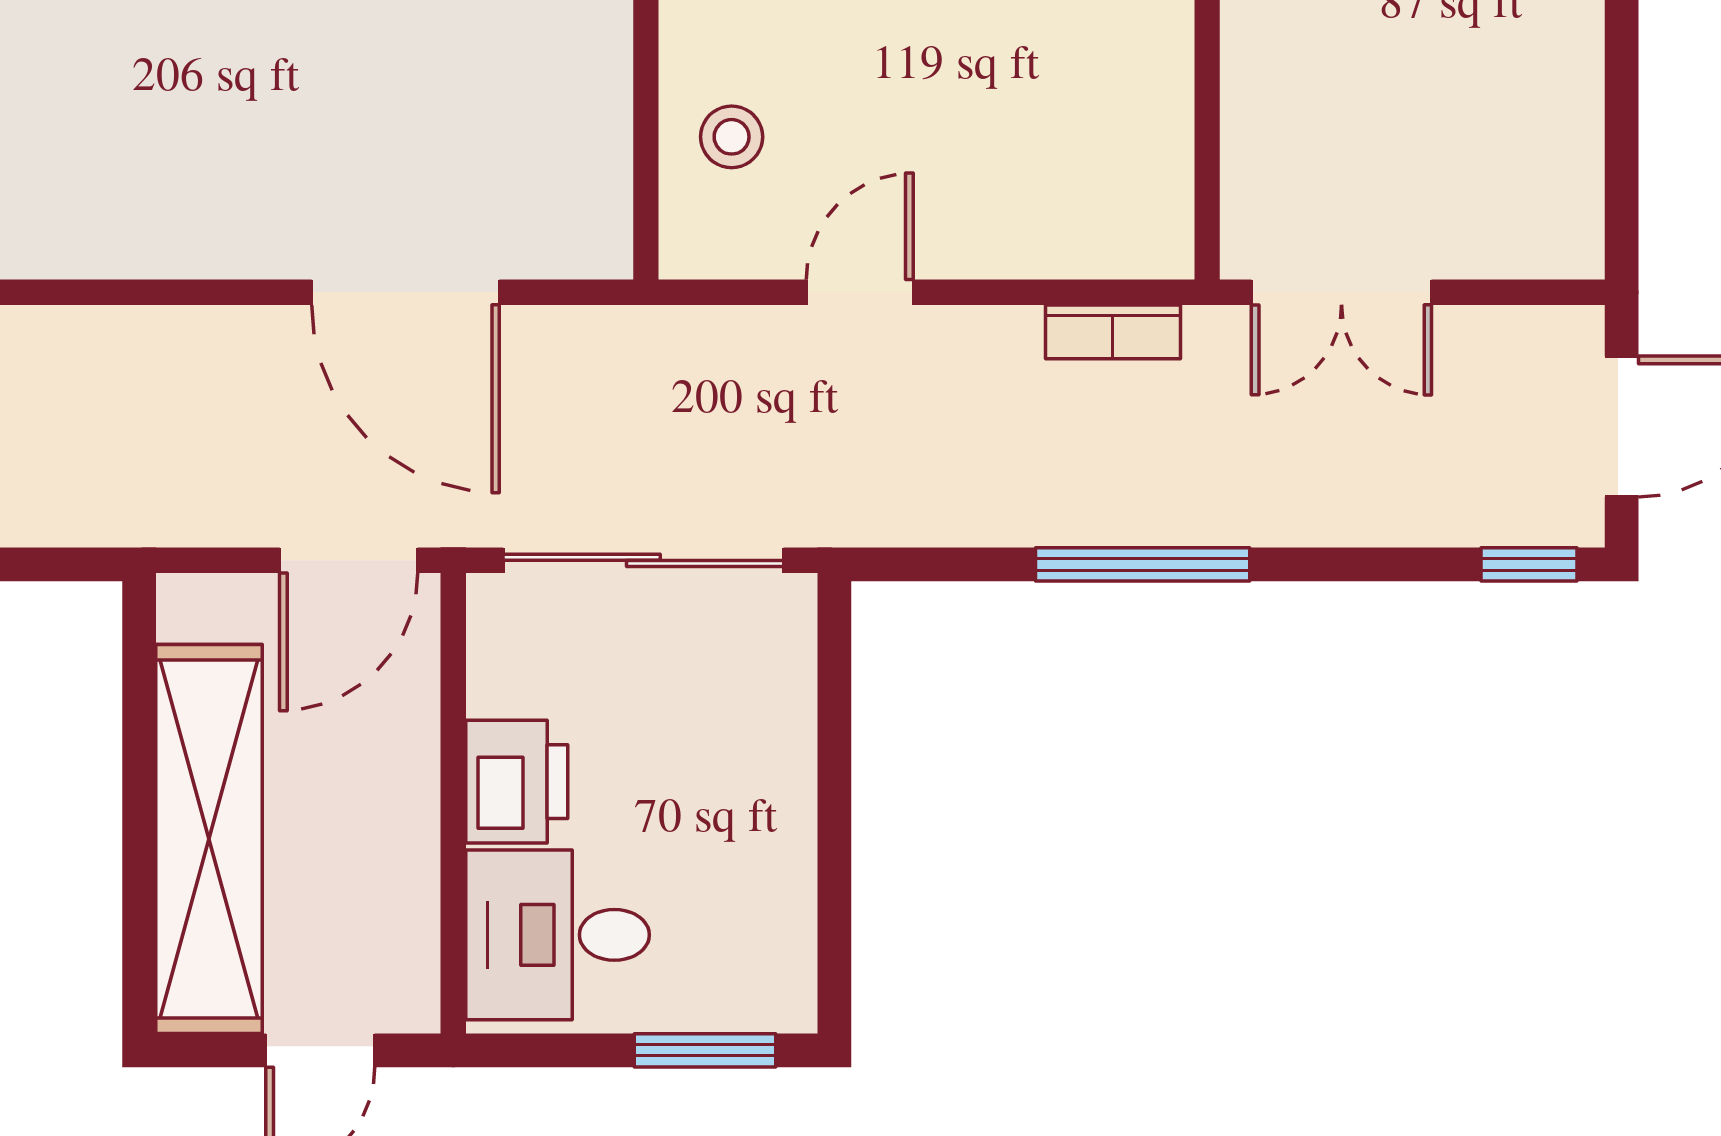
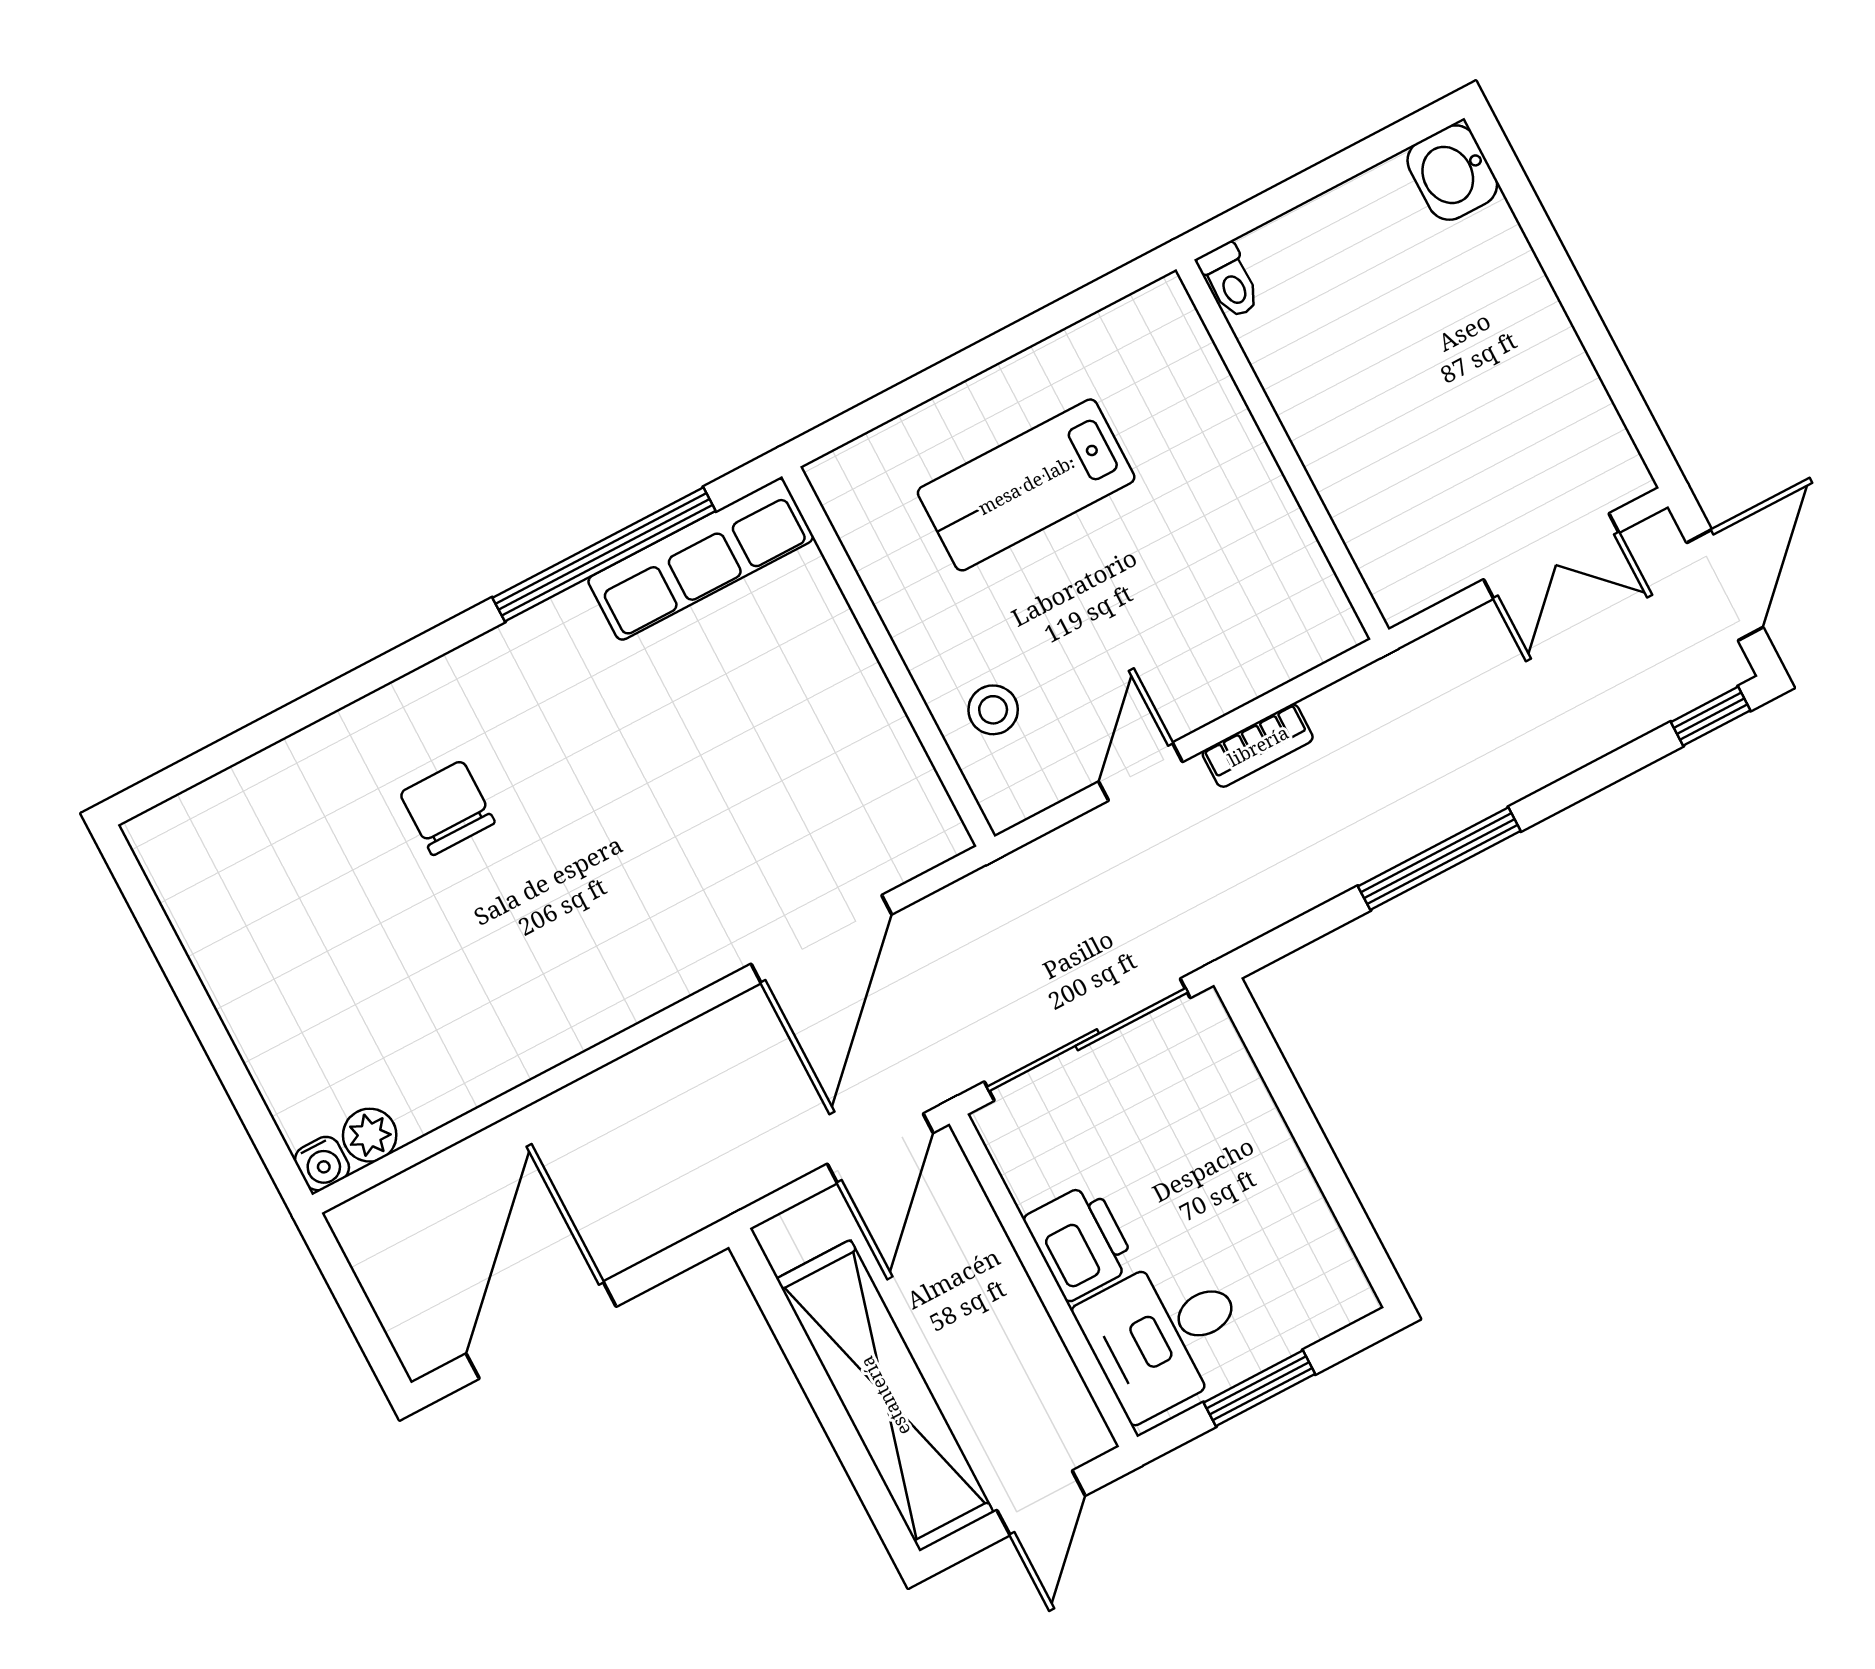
door: (406, 292) -> (821, 939), hinge flipped
double door: (1341, 292) -> (1551, 556), moved
bookcase: (1113, 332) -> (1258, 746), moved
window: (705, 1050) -> (1259, 1388), moved

